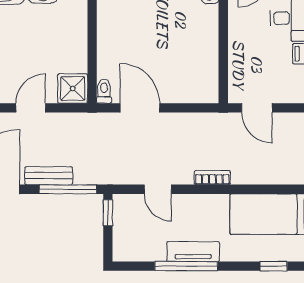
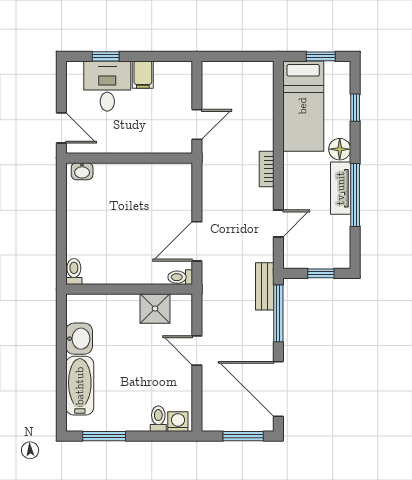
shower: (73, 89) -> (155, 308), moved
bench: (49, 176) -> (265, 286), moved
window: (108, 213) -> (321, 273), moved
floor lamp: (232, 251) -> (340, 149), added

